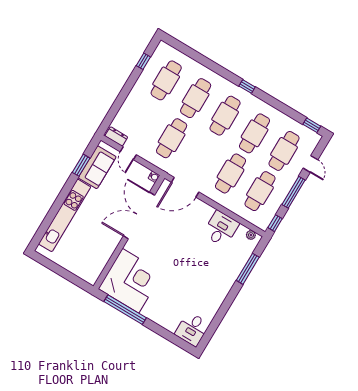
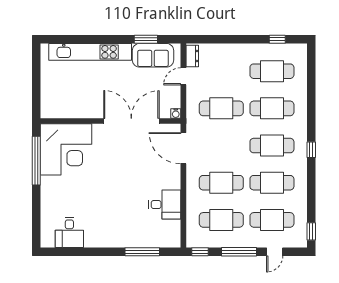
plant: (251, 235) -> (175, 236), removed
desk: (192, 329) -> (69, 233), moved, turned -90

